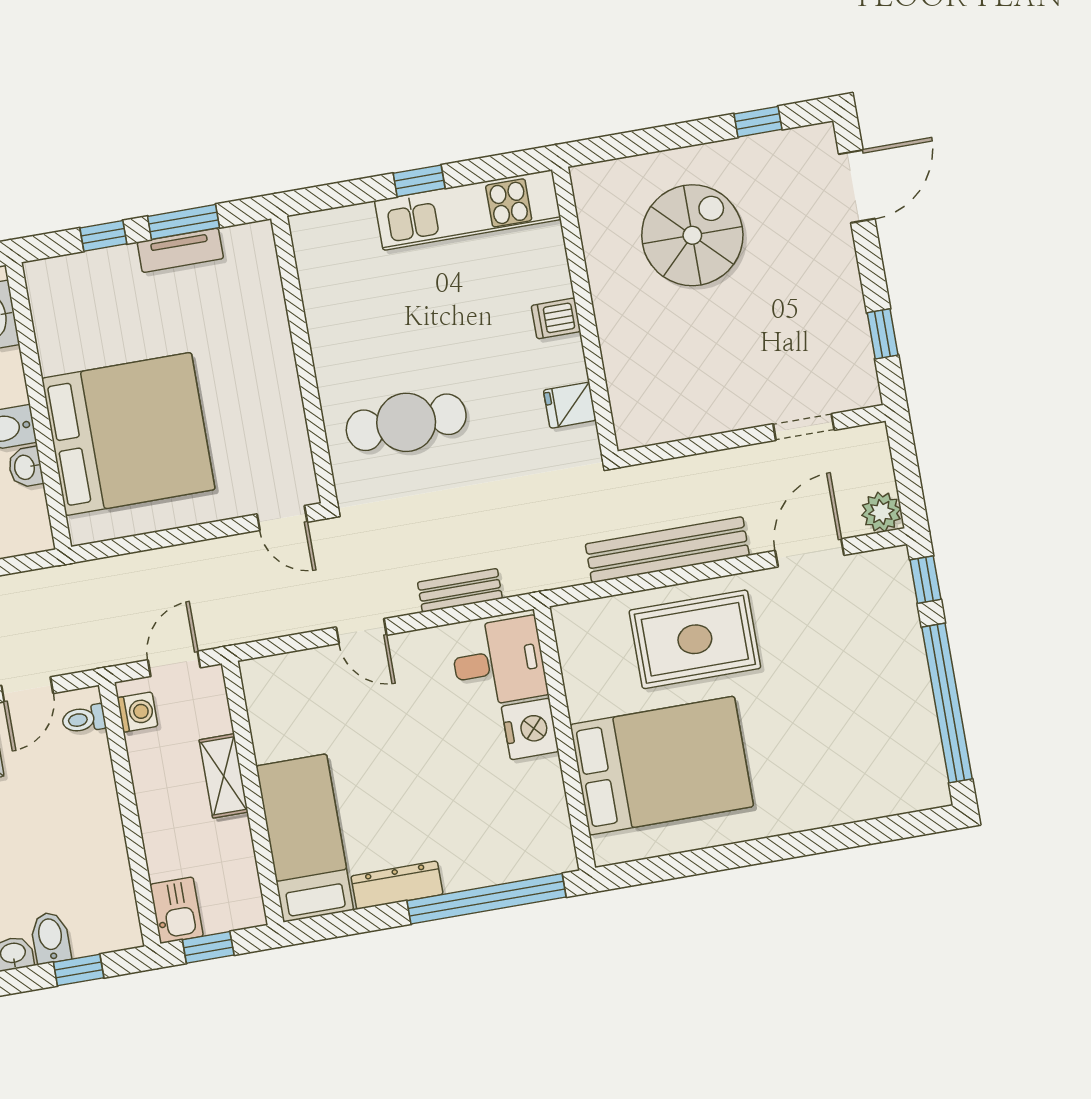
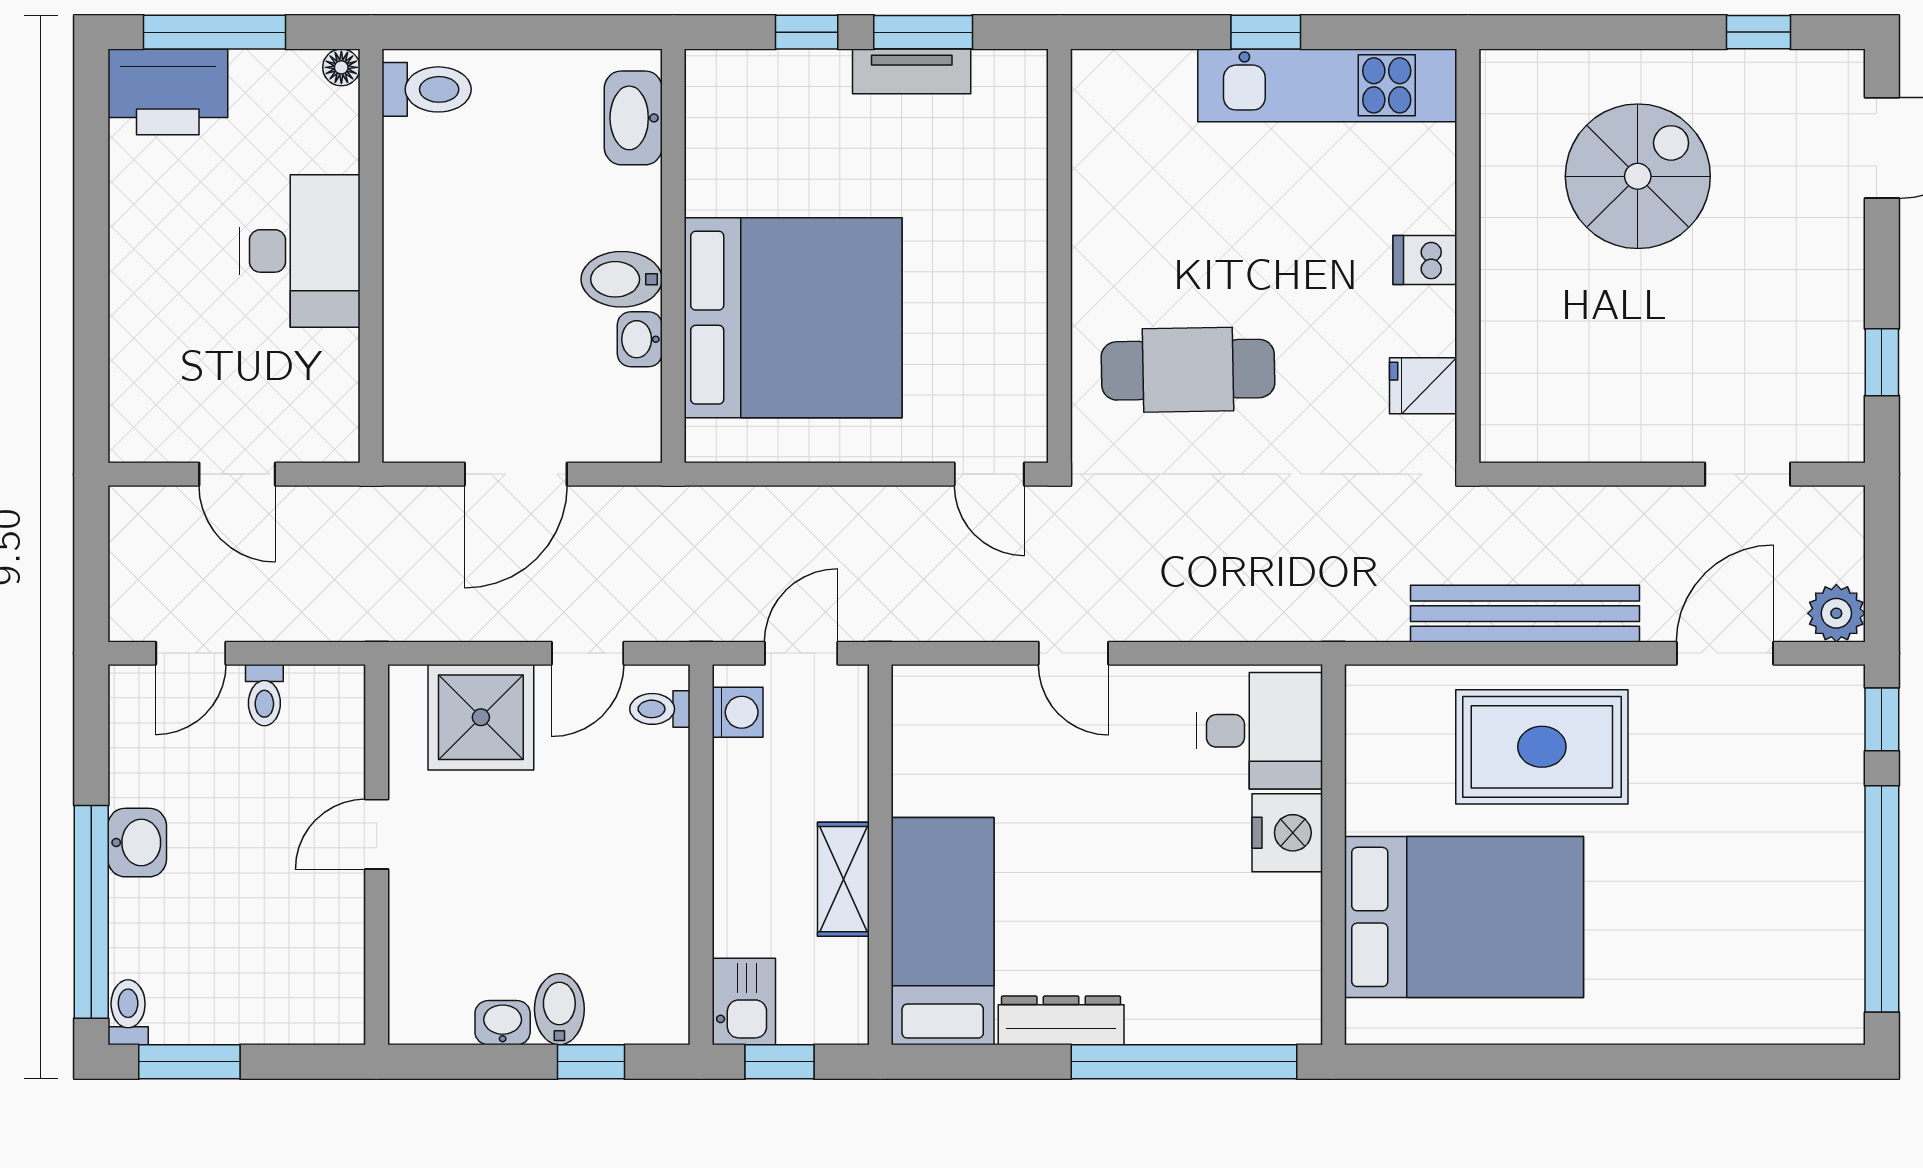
bench: (460, 590) -> (1222, 620), removed
shelving: (224, 776) -> (843, 879), moved

